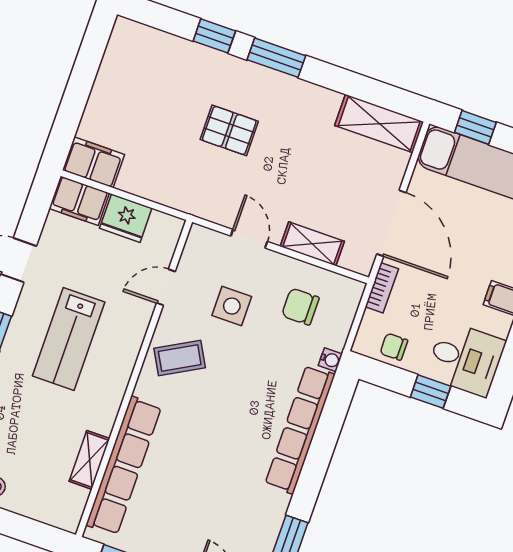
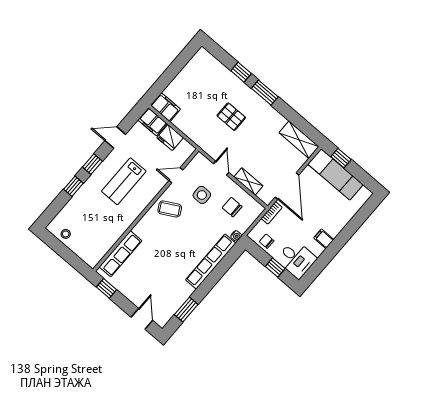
shelving: (89, 460) -> (112, 239), removed
row of seats: (124, 466) -> (120, 254), width x0.73

